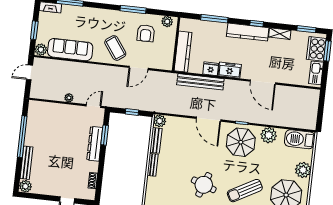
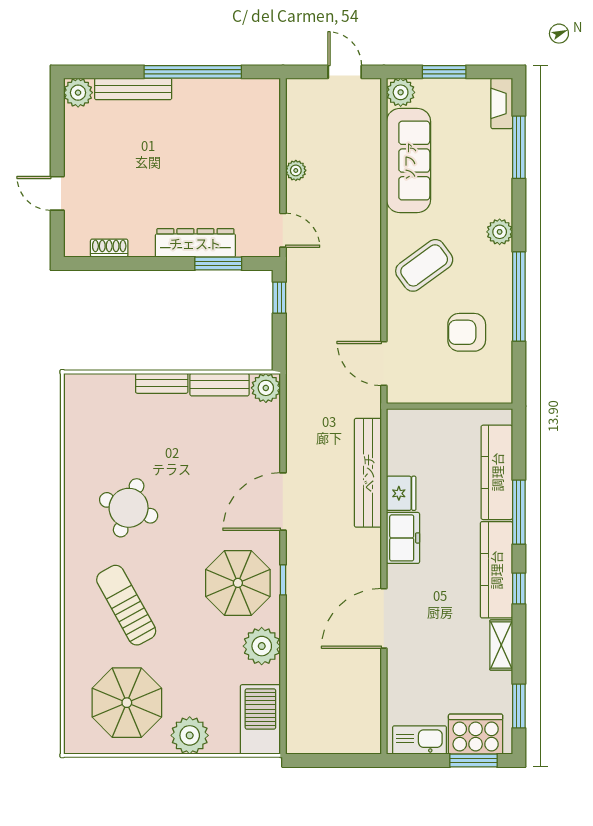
window: (133, 9) -> (519, 297), width x1.46
window: (214, 19) -> (519, 512), moved
plant: (167, 22) -> (500, 232), moved
kitchen counter: (183, 52) -> (497, 472), moved, turned 90
door: (139, 68) -> (384, 363), moved
window: (132, 112) -> (279, 298), moved

